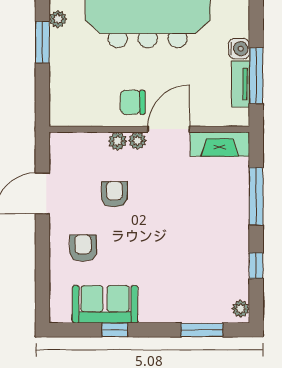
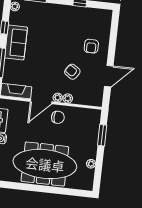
window: (42, 42) -> (102, 135), moved
armchair: (114, 194) -> (72, 72), turned 124
sofa: (105, 304) -> (16, 43), moved, turned -90

